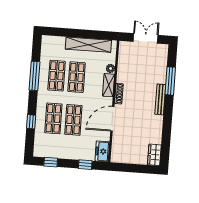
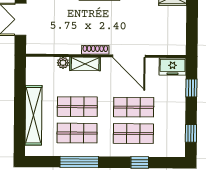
shelving: (88, 45) -> (33, 115), moved

